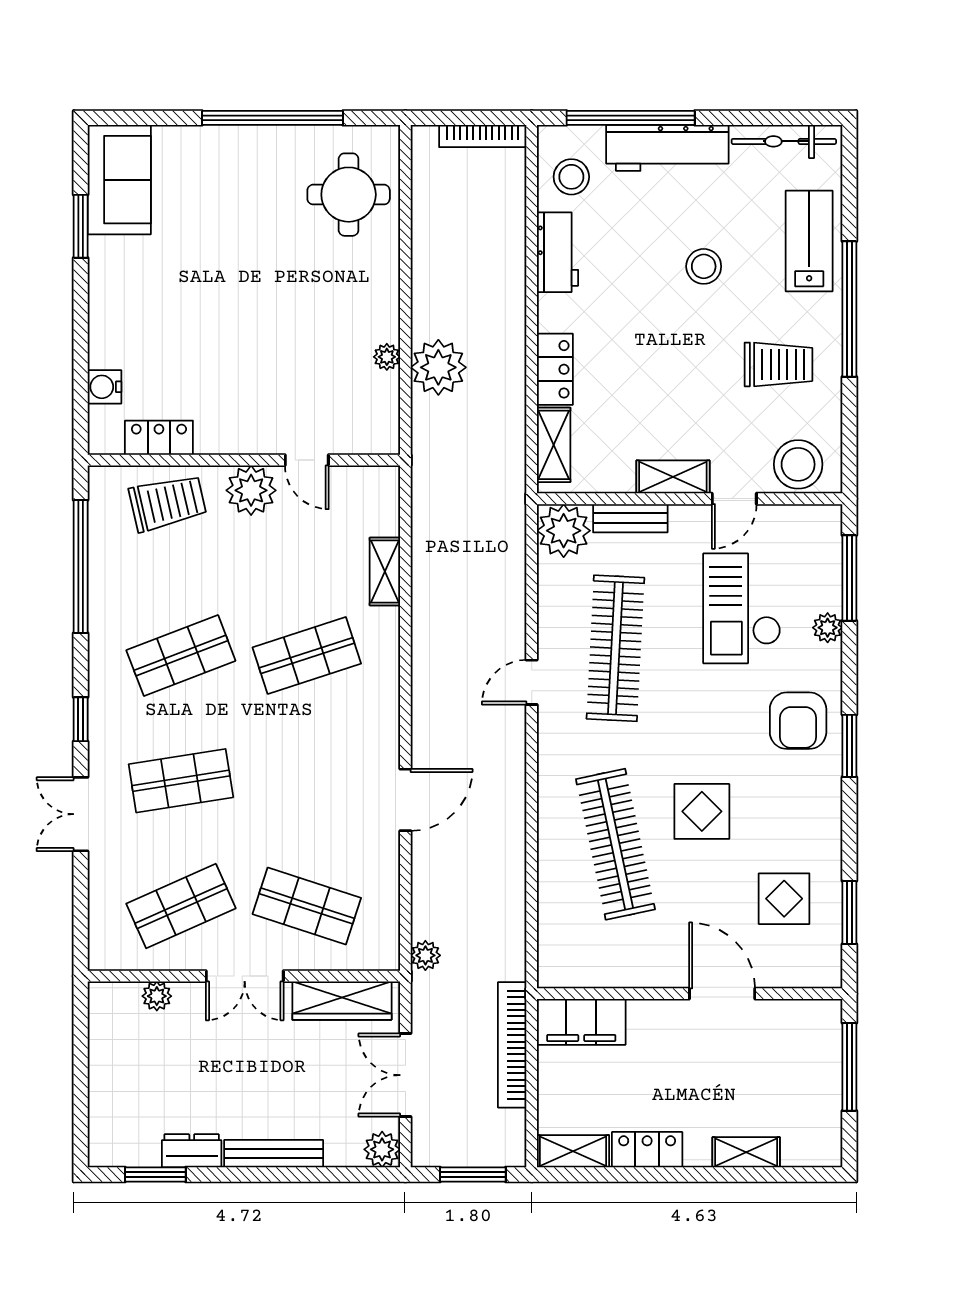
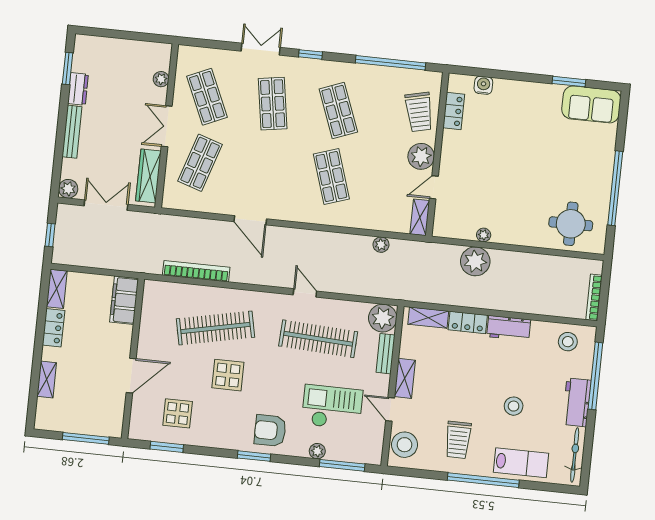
workbench: (667, 148) -> (577, 402), width x0.73
workbench: (558, 252) -> (509, 328), moved
shelving: (385, 571) -> (420, 217), moved, turned 90
plant: (425, 955) -> (381, 245), moved
bookcase: (512, 1045) -> (196, 271), moved
window: (473, 1174) -> (50, 235), width x0.67

